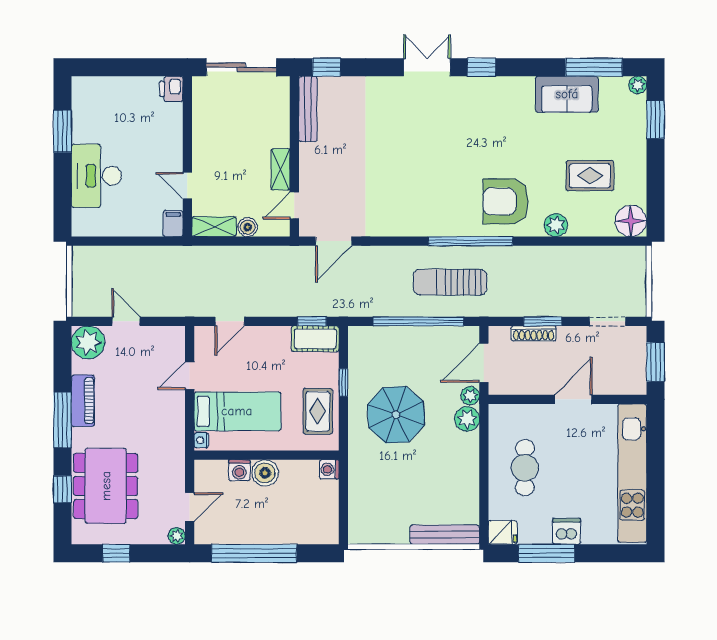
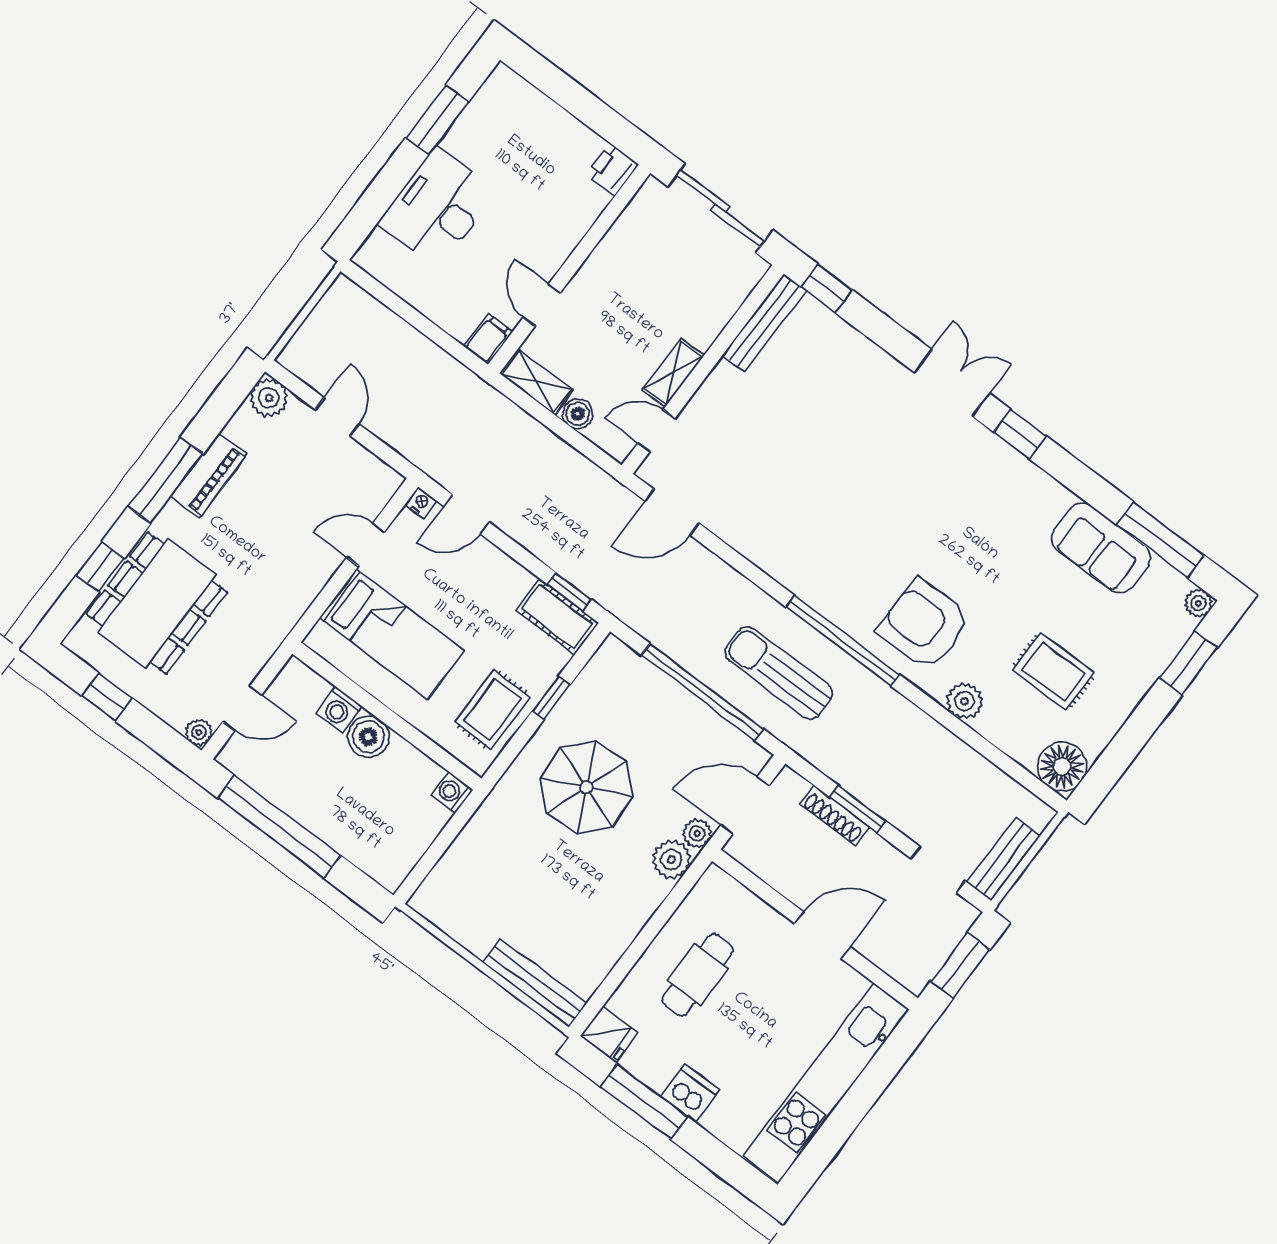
bench: (637, 291) -> (1003, 859), added
plant: (88, 342) -> (269, 398), width x0.73, depth x0.73
nightstand: (201, 440) -> (421, 503), moved, turned 90

